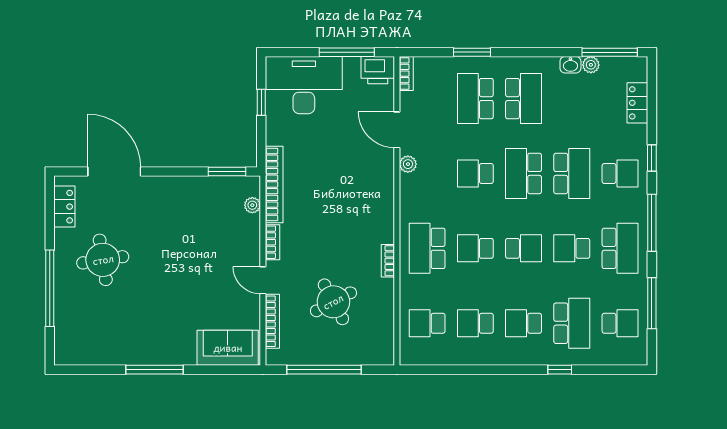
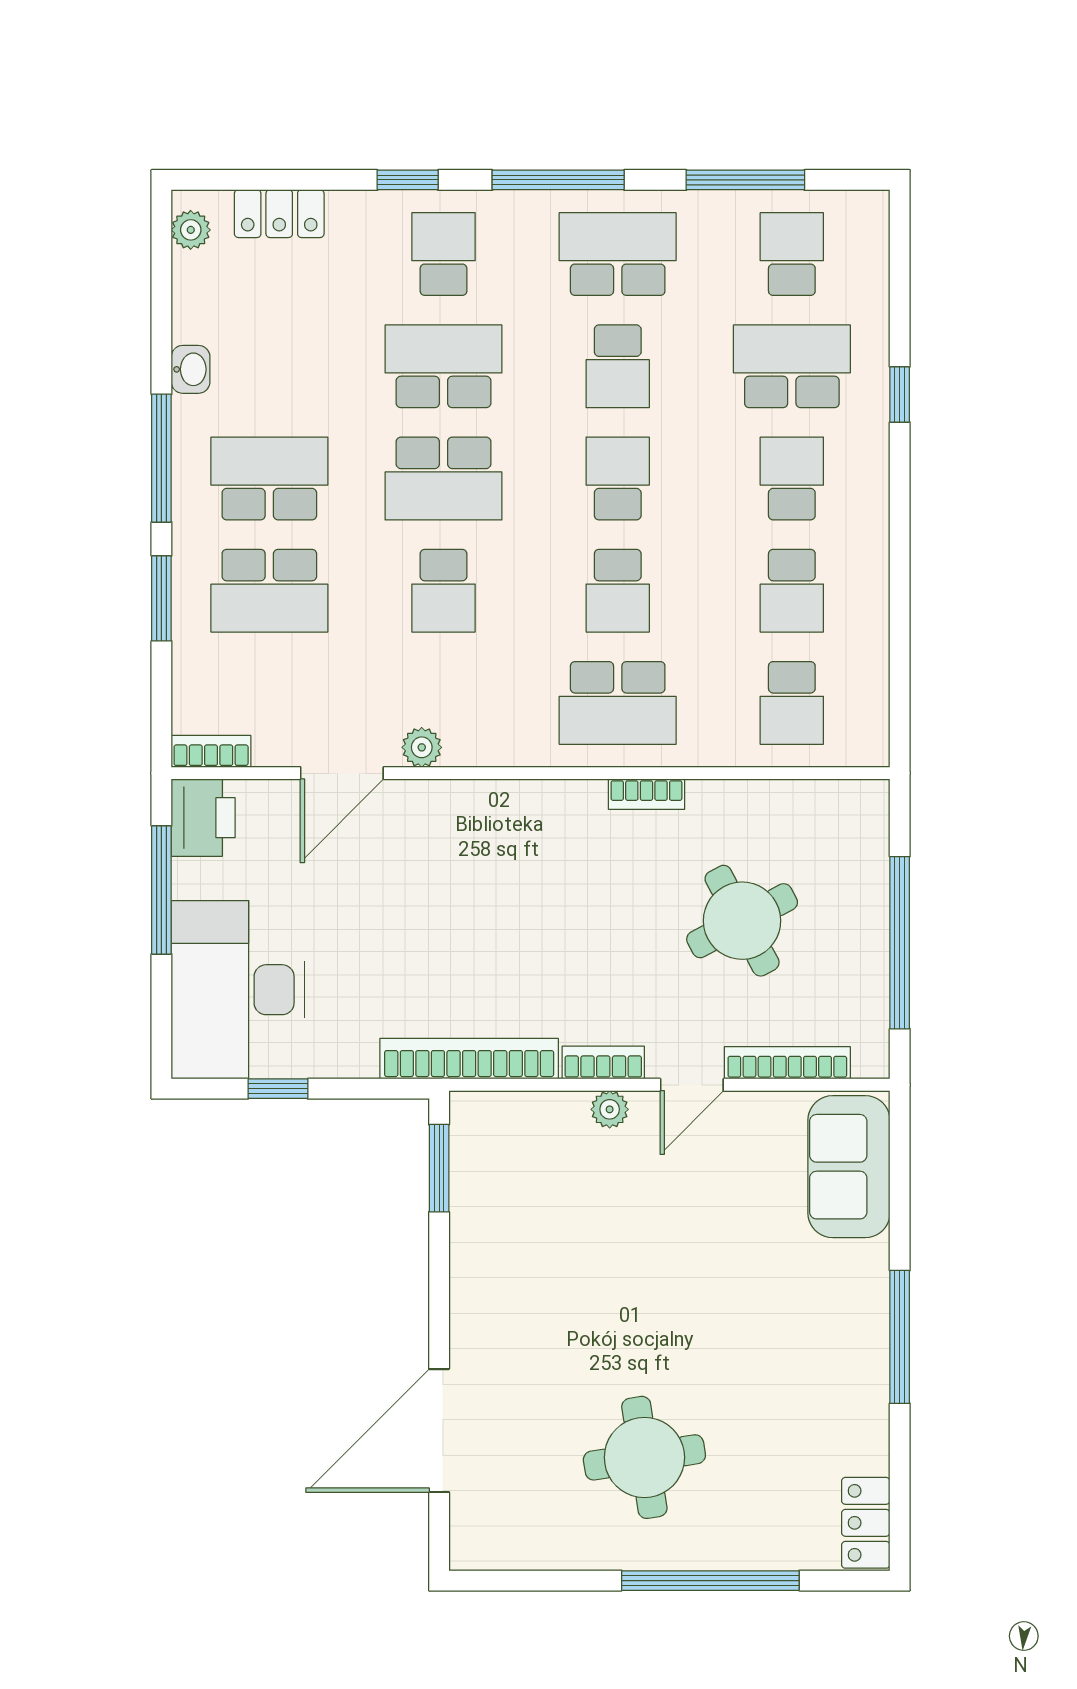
window: (610, 52) -> (161, 458), moved
plant: (591, 65) -> (191, 230), moved
plant: (252, 205) -> (610, 1109), moved
locker: (64, 207) -> (866, 1523), moved, turned -90
school desk: (524, 323) -> (792, 479), turned 180

